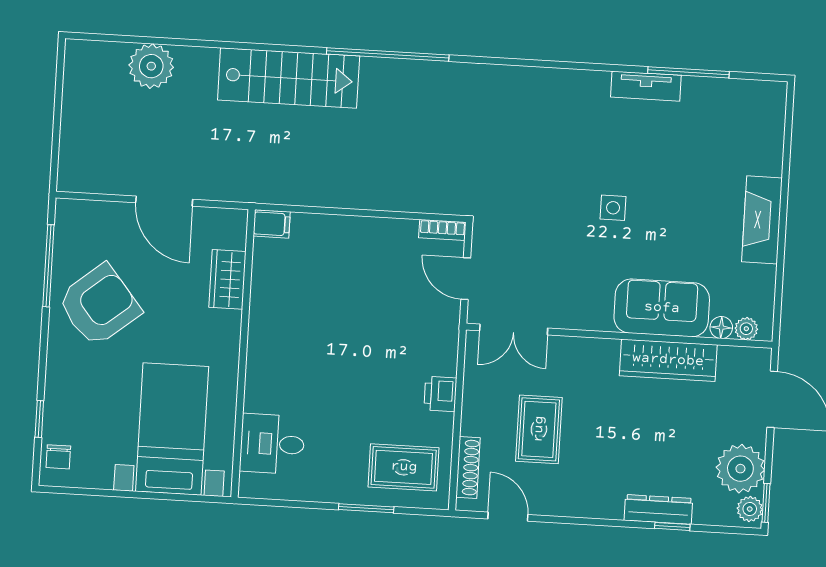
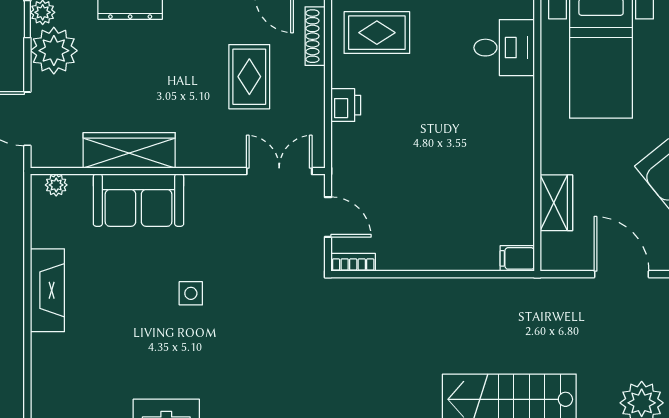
floor lamp: (721, 328) -> (80, 185), removed

